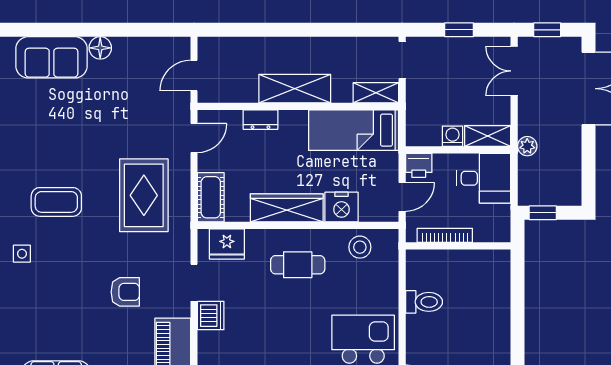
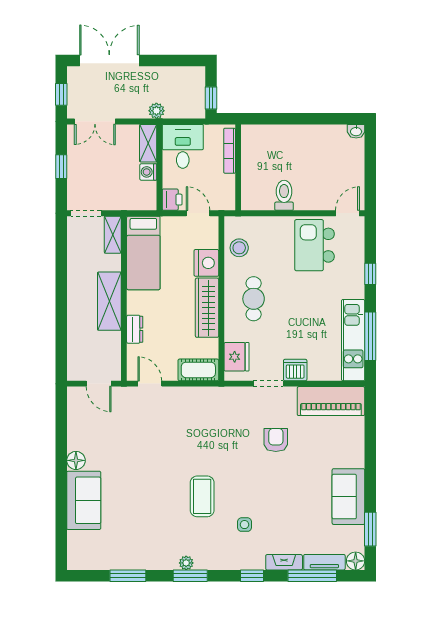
rug: (144, 195) -> (197, 425), removed
bookcase: (445, 235) -> (230, 151), moved

